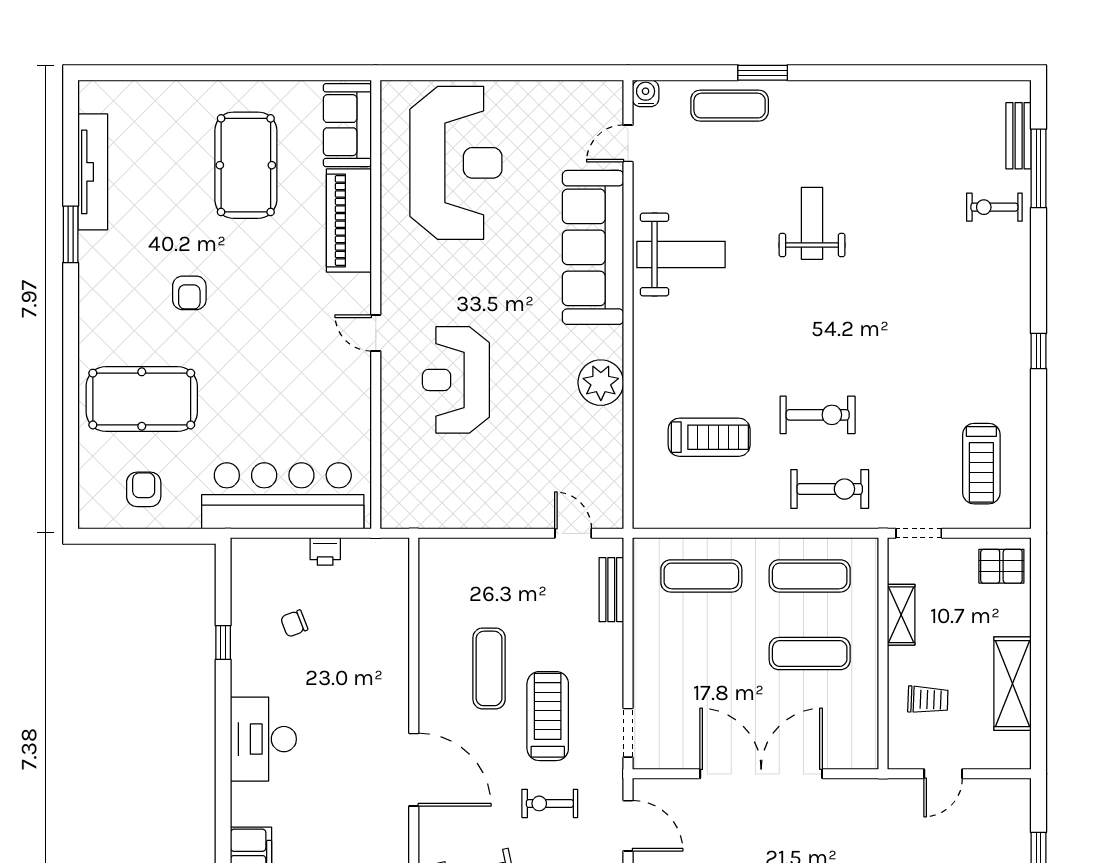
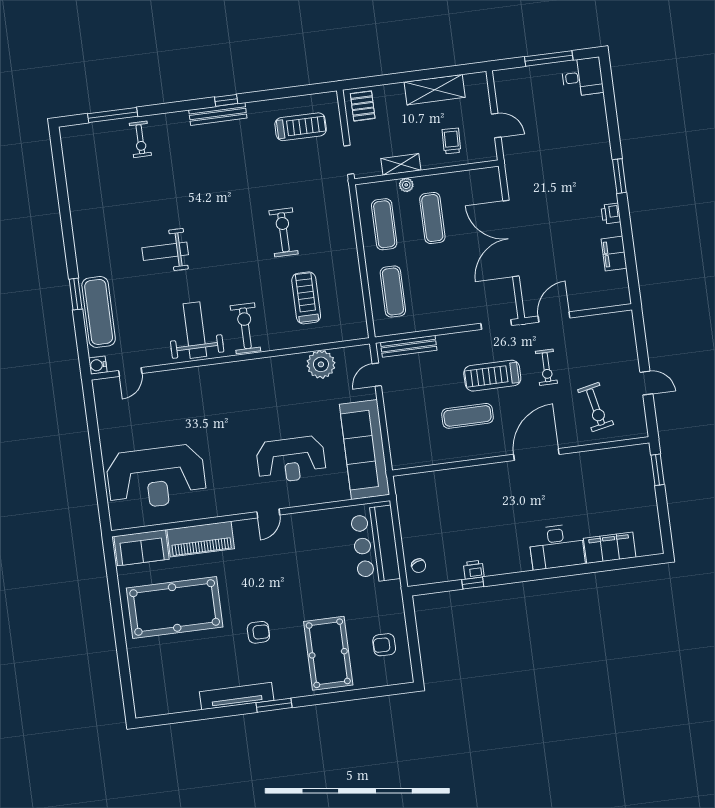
exercise mat: (730, 106) -> (99, 312), width x1.36, depth x1.45
bench: (1019, 136) -> (218, 114), moved, width x1.36
door: (628, 143) -> (130, 372), hinge flipped
reception desk: (456, 163) -> (156, 477), turned 180
pool table: (246, 165) -> (175, 607), width x1.36, depth x1.32
tv unit: (93, 172) -> (237, 696), moved
window: (71, 234) -> (274, 705), moved
sofa: (593, 247) -> (364, 450), moved, turned 90
plant: (601, 383) -> (321, 364), moved
exercise bike: (830, 489) -> (245, 328), moved
bar counter: (283, 496) -> (375, 544), width x0.73
printer: (325, 551) -> (474, 570), moved, turned -90
bench: (611, 590) -> (409, 346), width x1.36
plant: (867, 619) -> (406, 185), added
chair: (294, 623) -> (419, 566), moved
desk: (263, 739) -> (557, 547), moved

